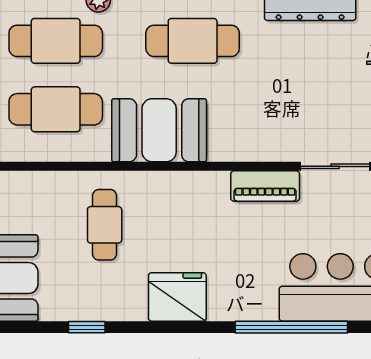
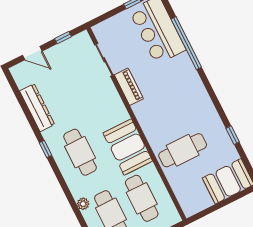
cafe table: (105, 225) -> (183, 150), width x1.37, depth x1.35
fridge: (177, 297) -> (199, 101), removed

